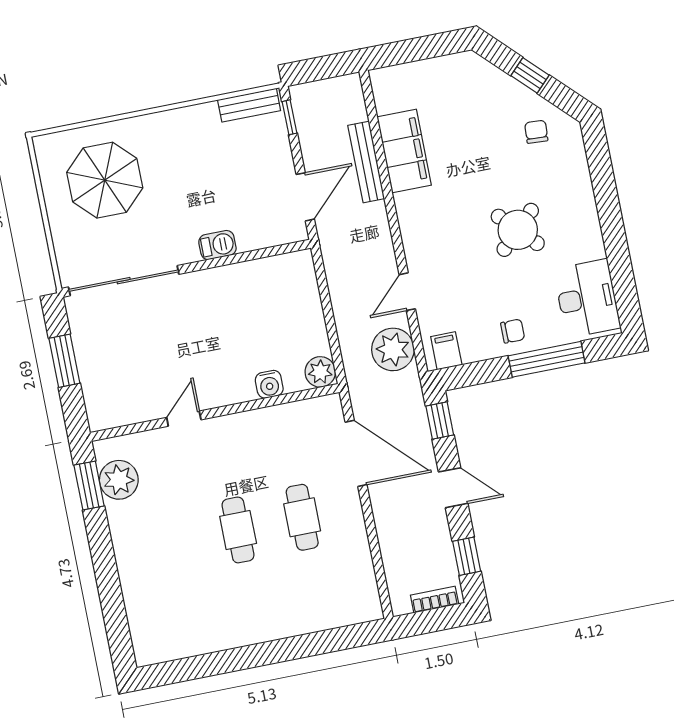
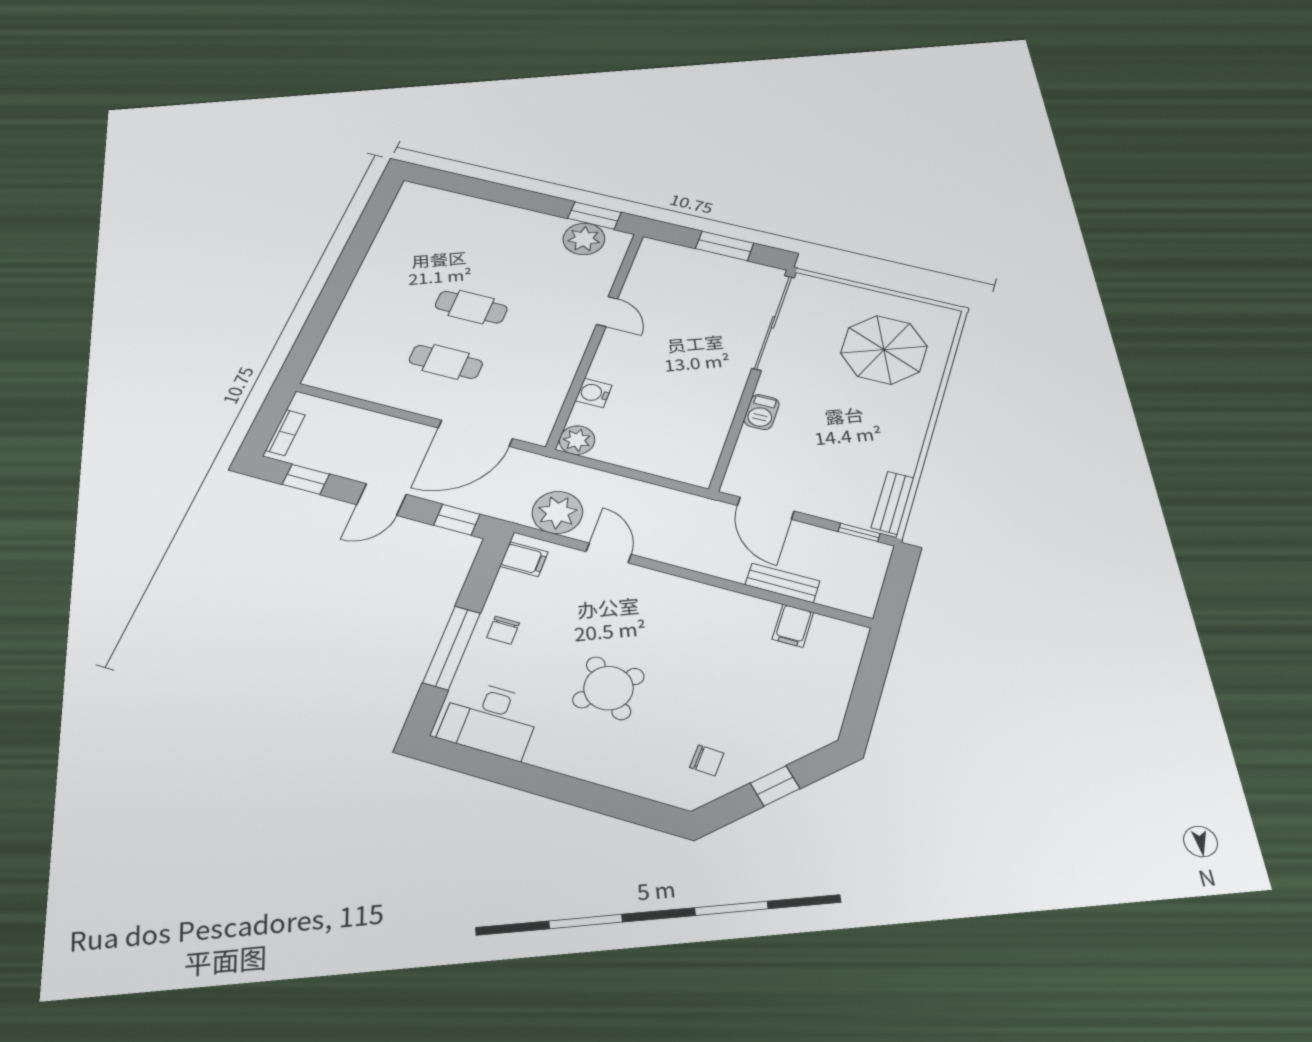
filing cabinet: (404, 151) -> (793, 626), width x0.33, depth x0.86
bench: (366, 162) -> (782, 583), width x0.73

